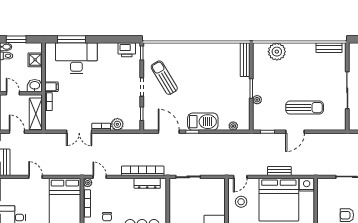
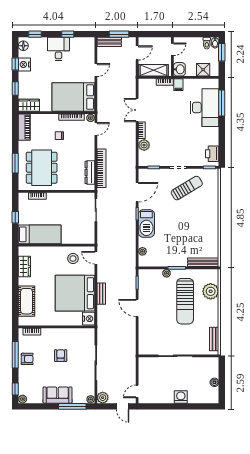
sun lounger: (305, 108) -> (185, 301), moved, width x1.36, depth x1.34

